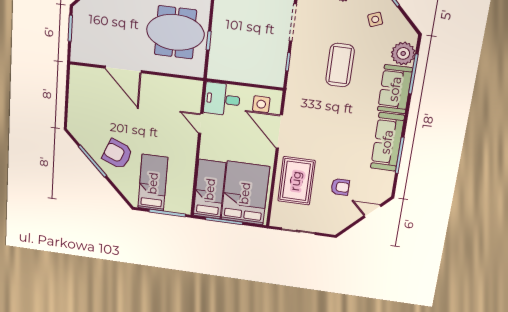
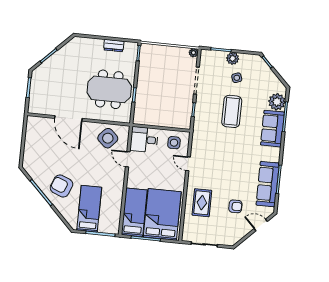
side table: (375, 19) -> (237, 78), moved
side table: (175, 96) -> (108, 138), added
door: (279, 132) -> (188, 164), width x0.53
sofa: (387, 142) -> (268, 184), moved
rug: (296, 181) -> (202, 203), width x0.73, depth x0.70

